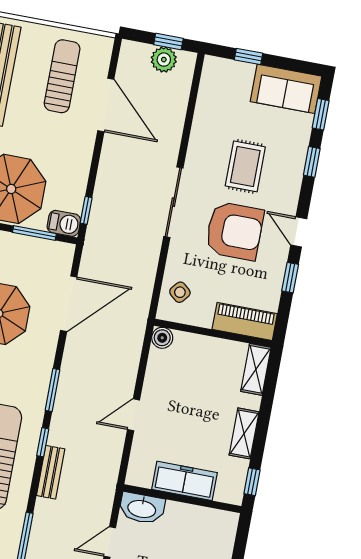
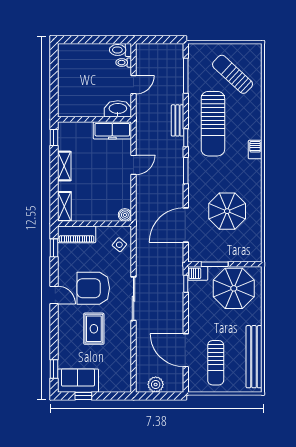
window: (168, 41) -> (155, 396), removed
window: (249, 56) -> (83, 396), moved
window: (312, 162) -> (54, 339), removed
window: (290, 278) -> (54, 248), moved
freezer: (184, 481) -> (112, 130), moved

